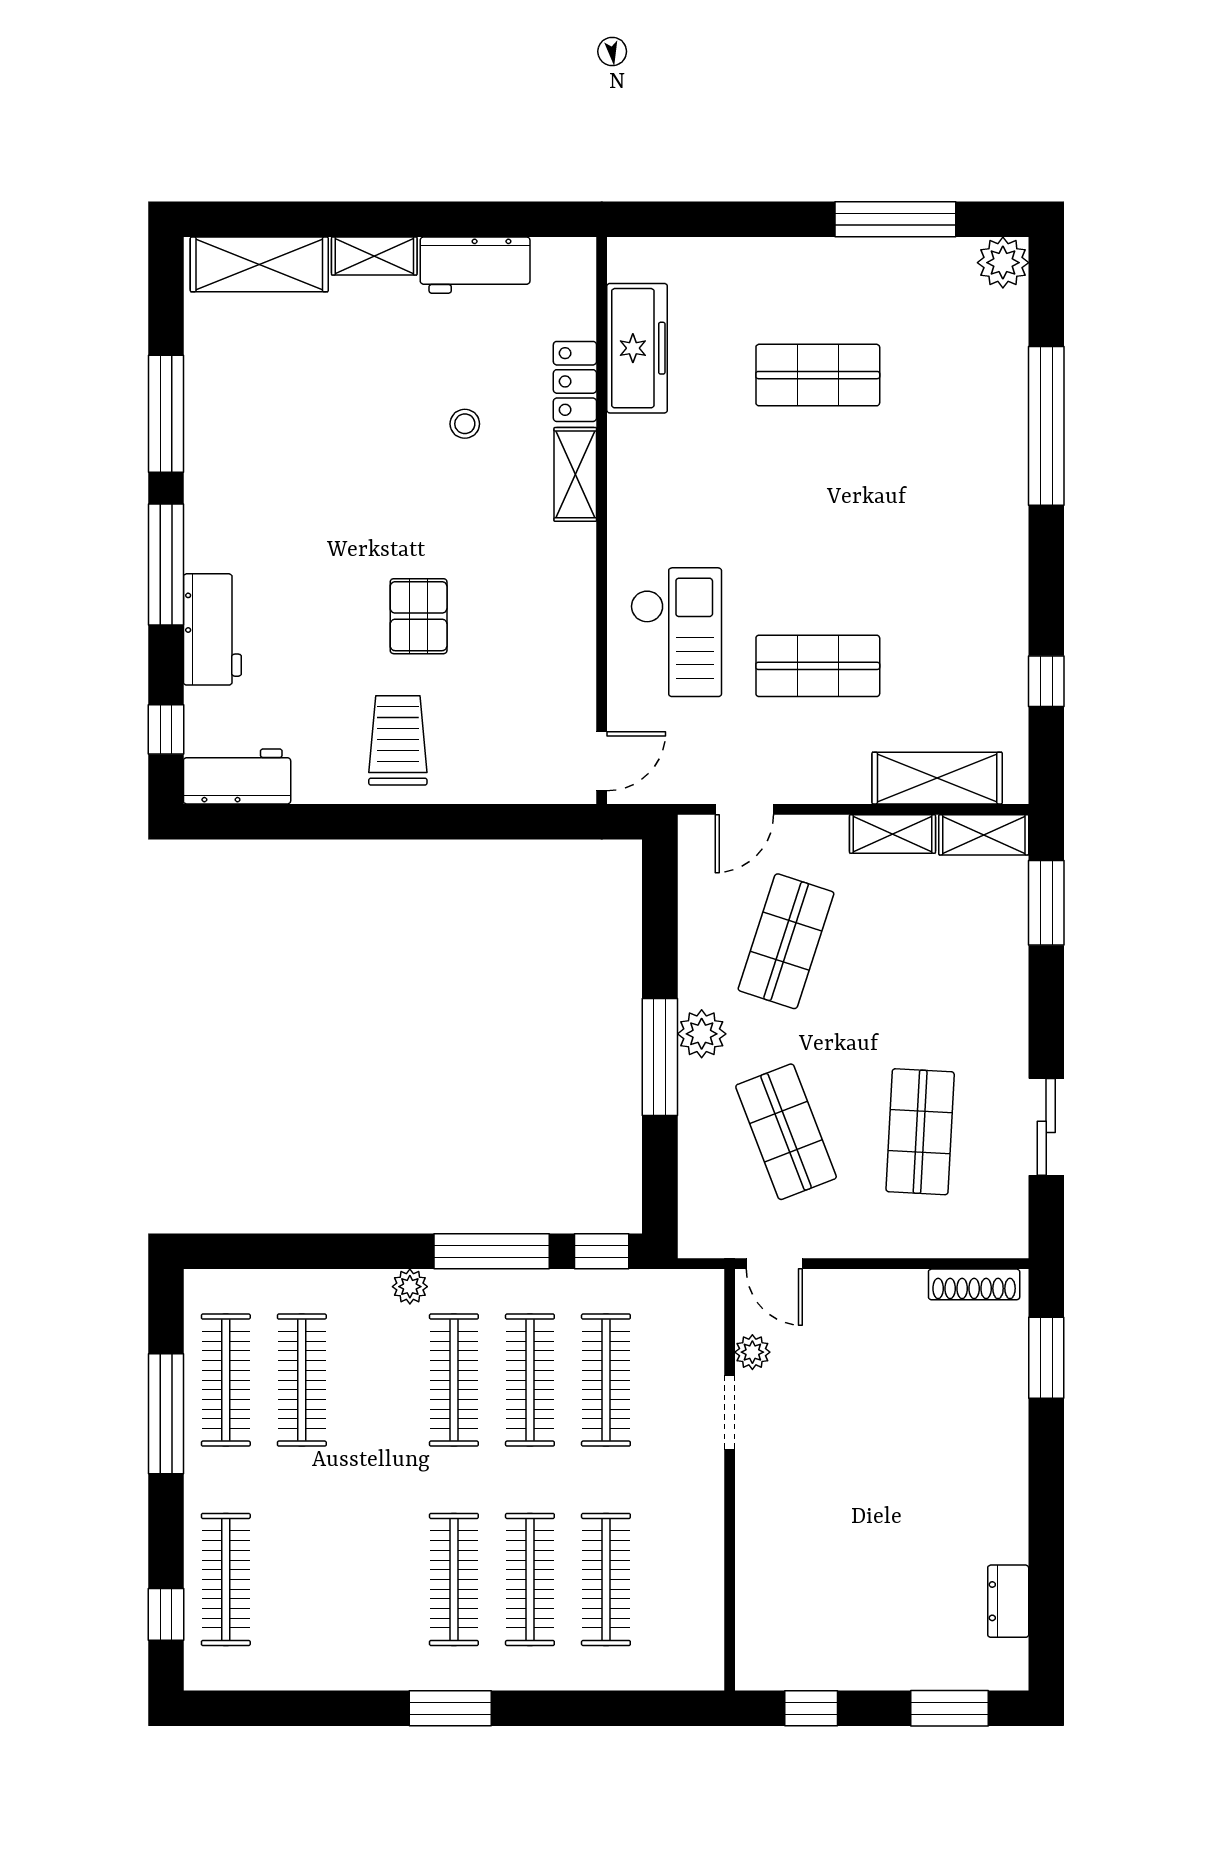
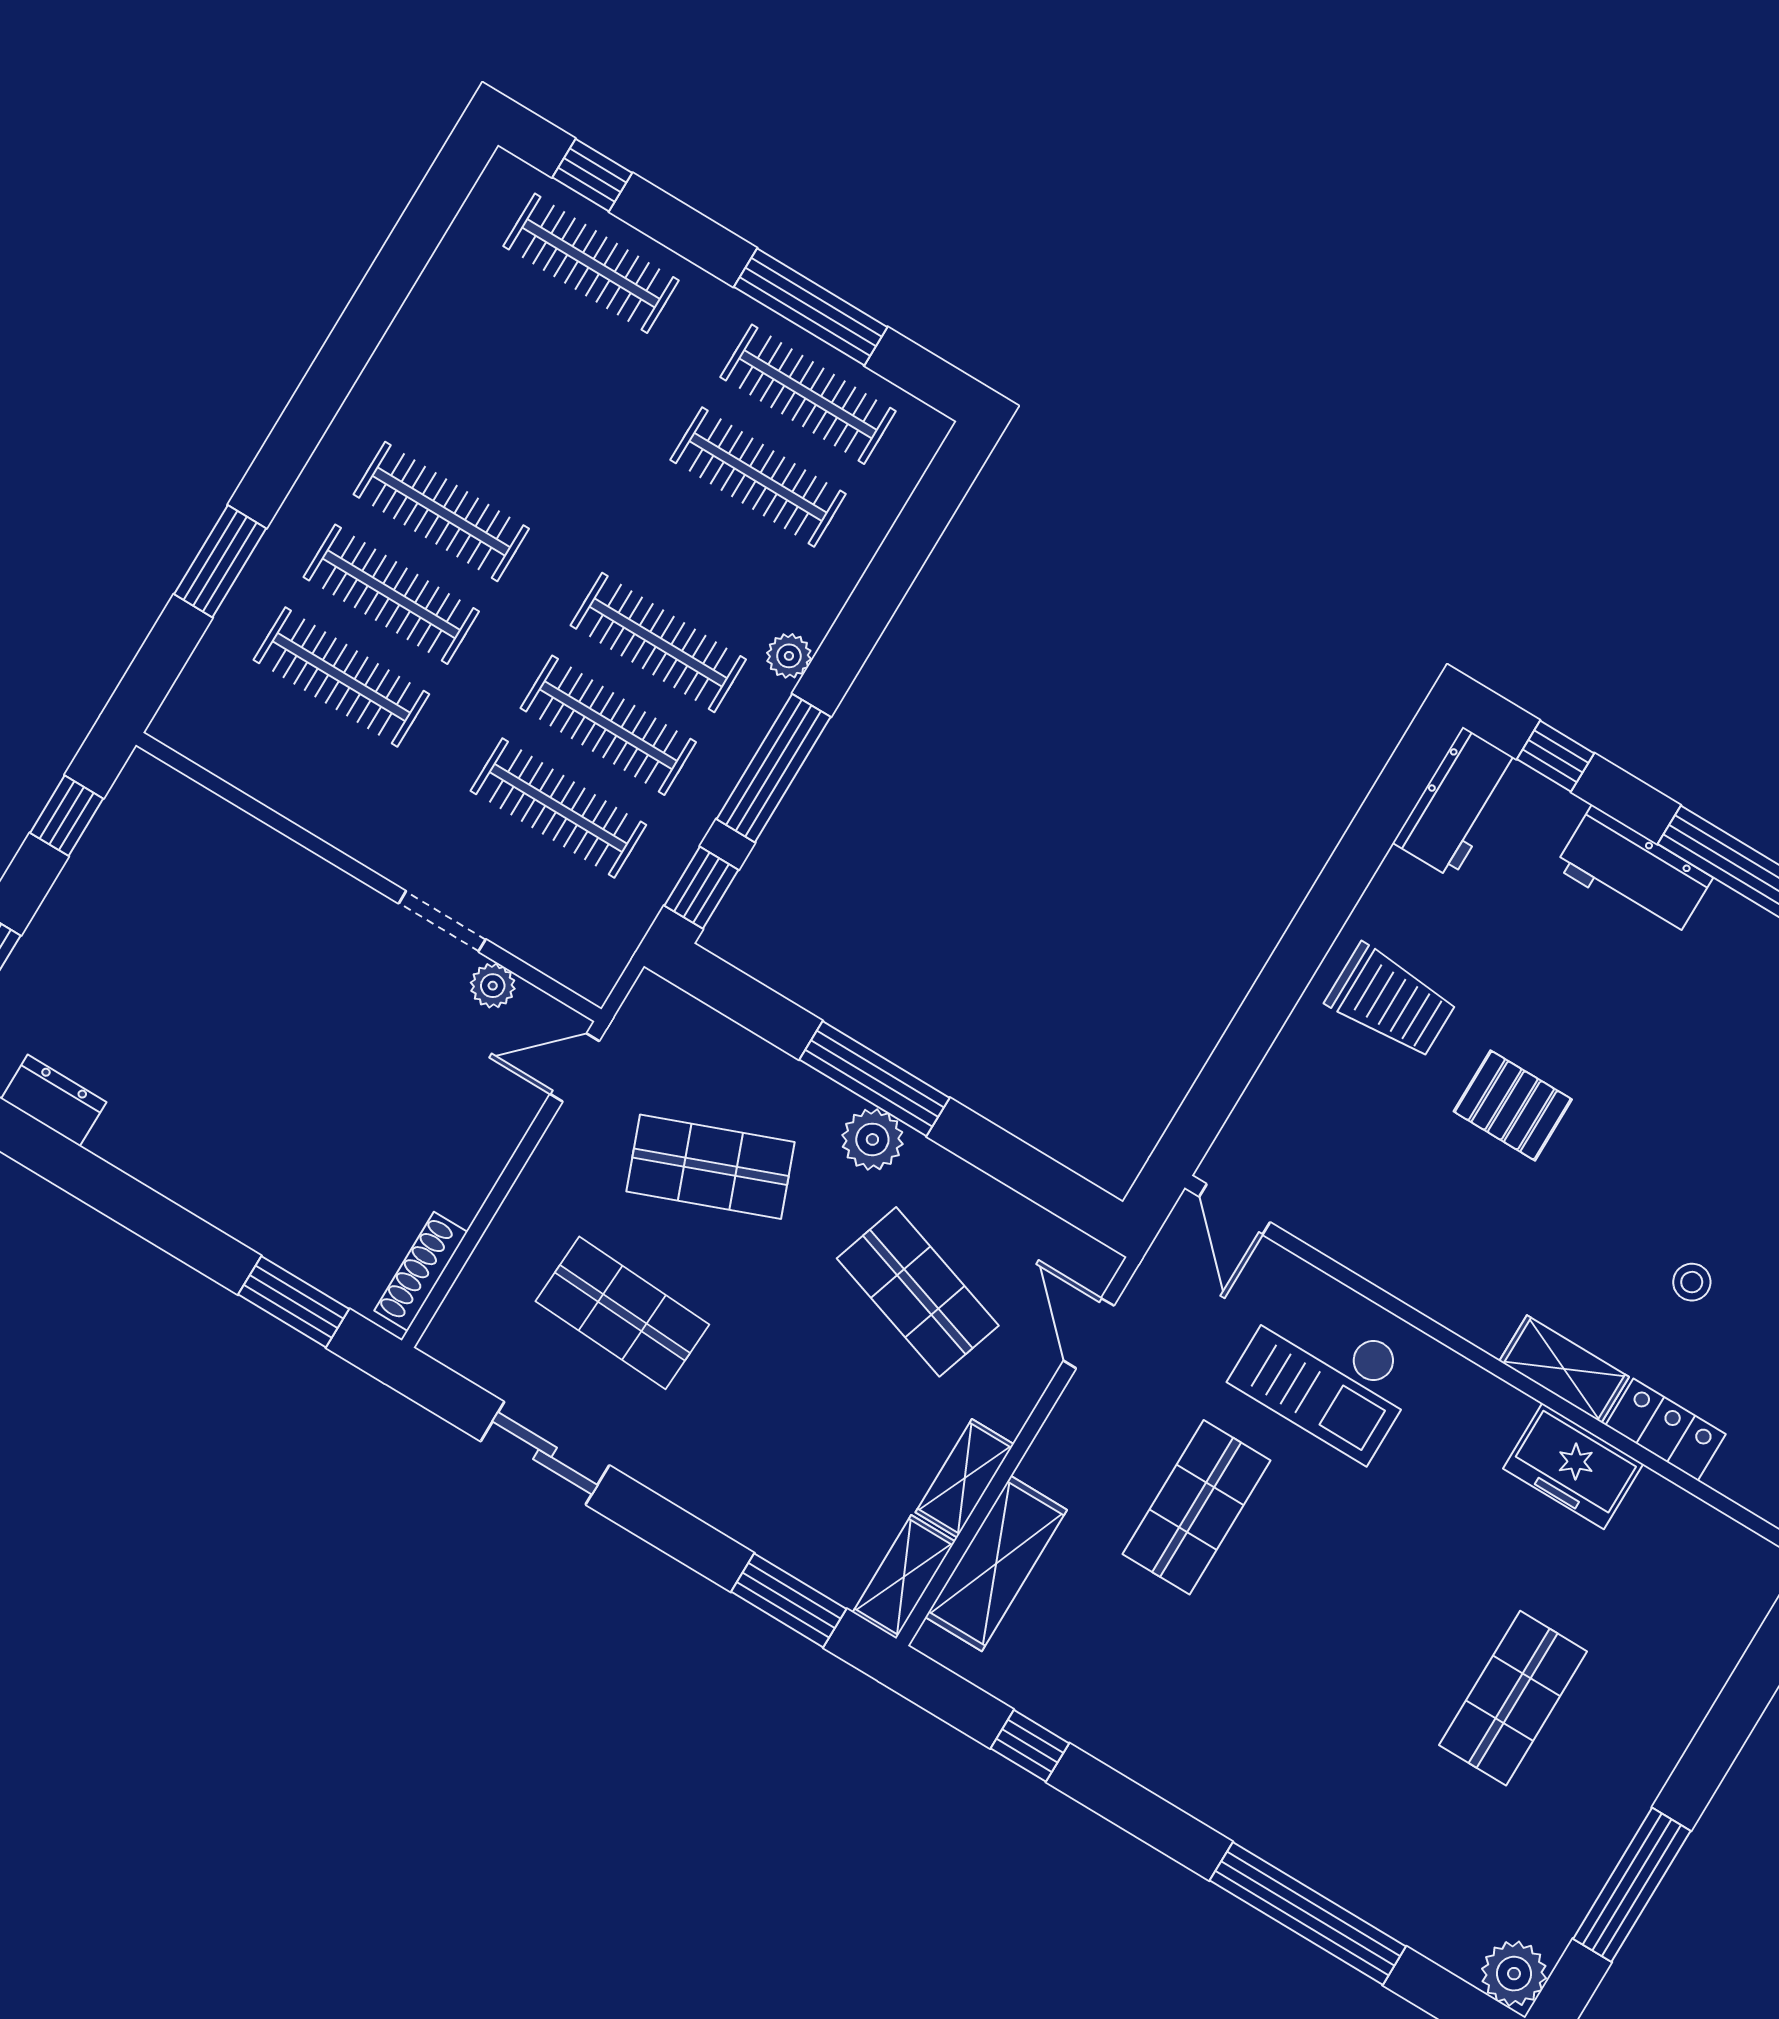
freezer: (637, 348) -> (1573, 1466), moved, width x0.71
window: (450, 1708) -> (220, 561), moved

